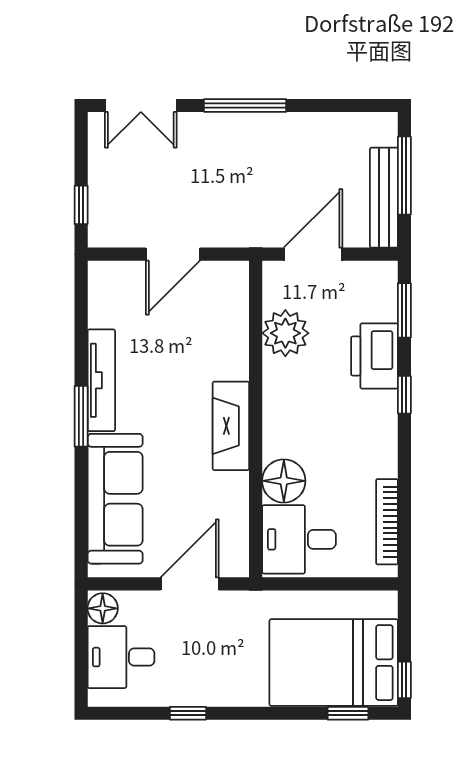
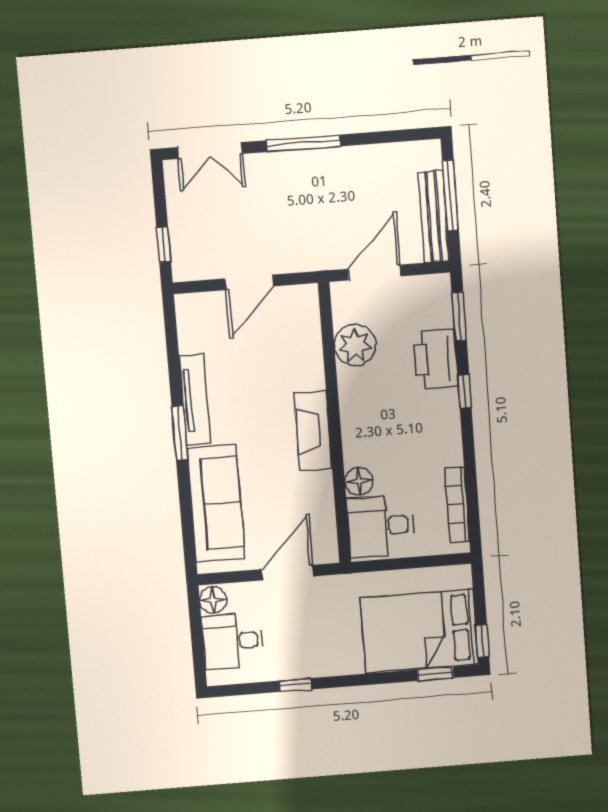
floor lamp: (284, 481) -> (359, 481), width x0.73, depth x0.73

